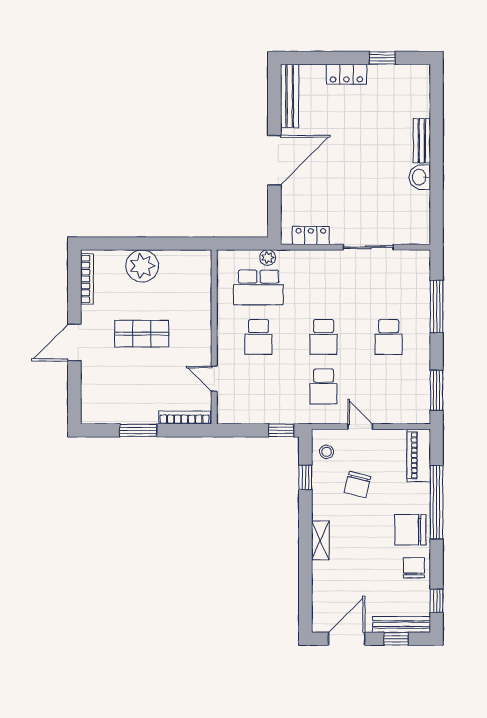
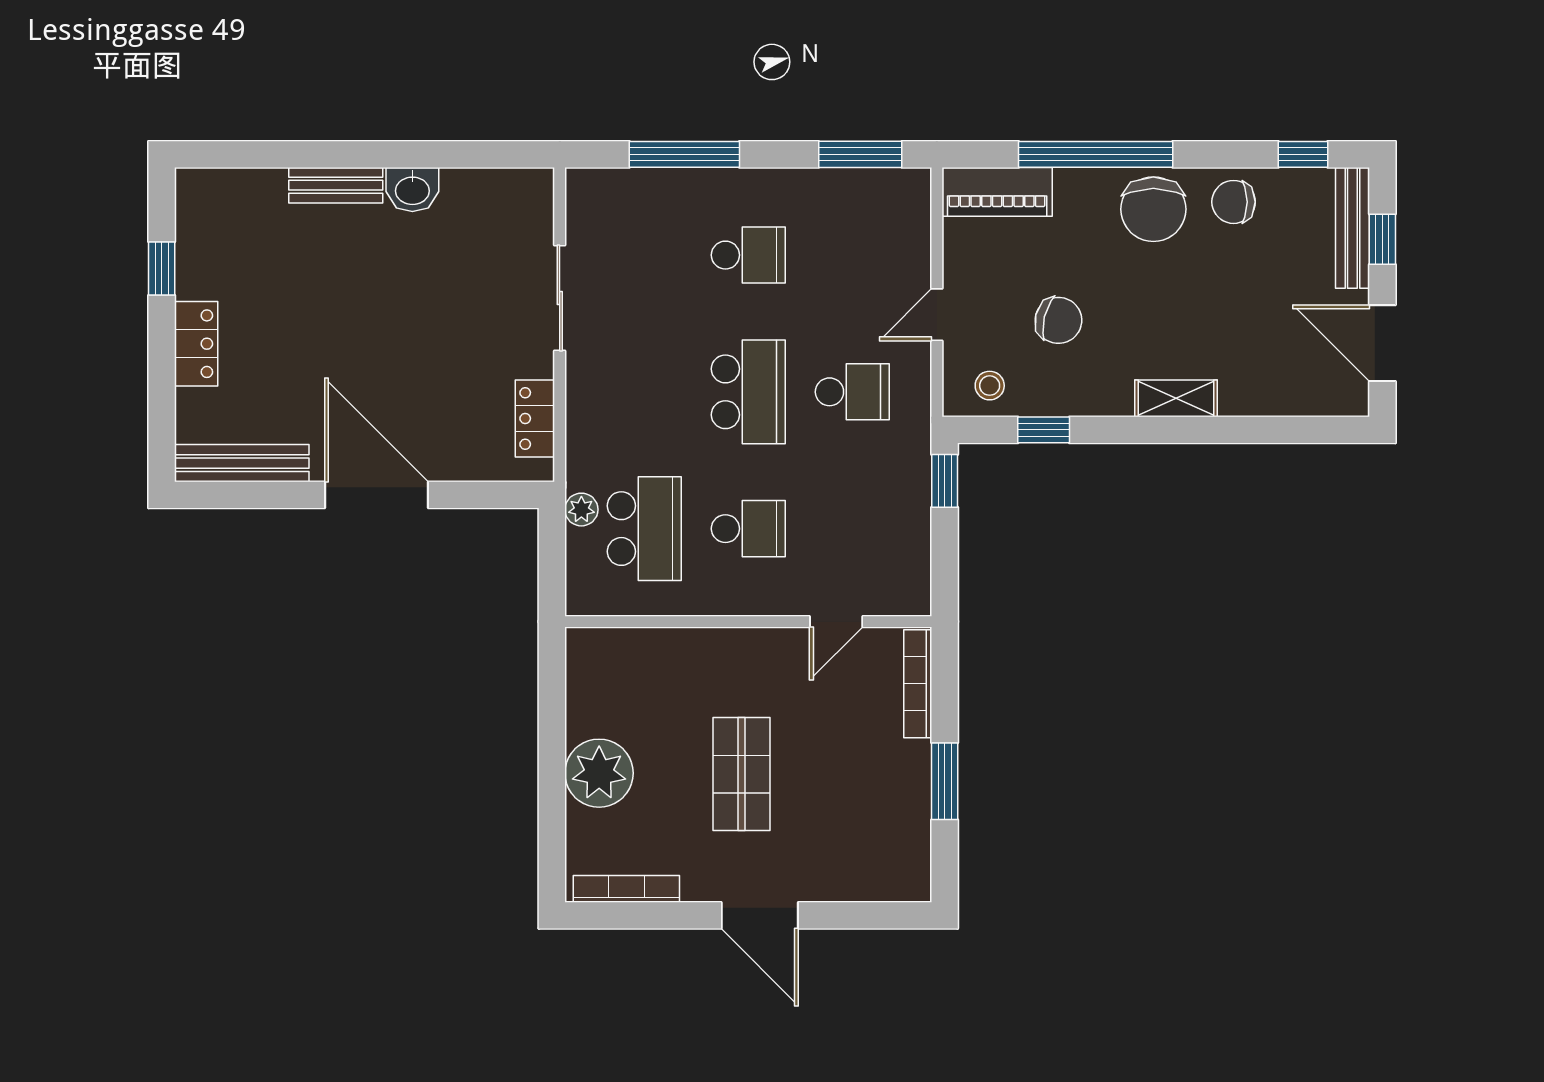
school desk: (324, 337) -> (748, 392), width x1.85

